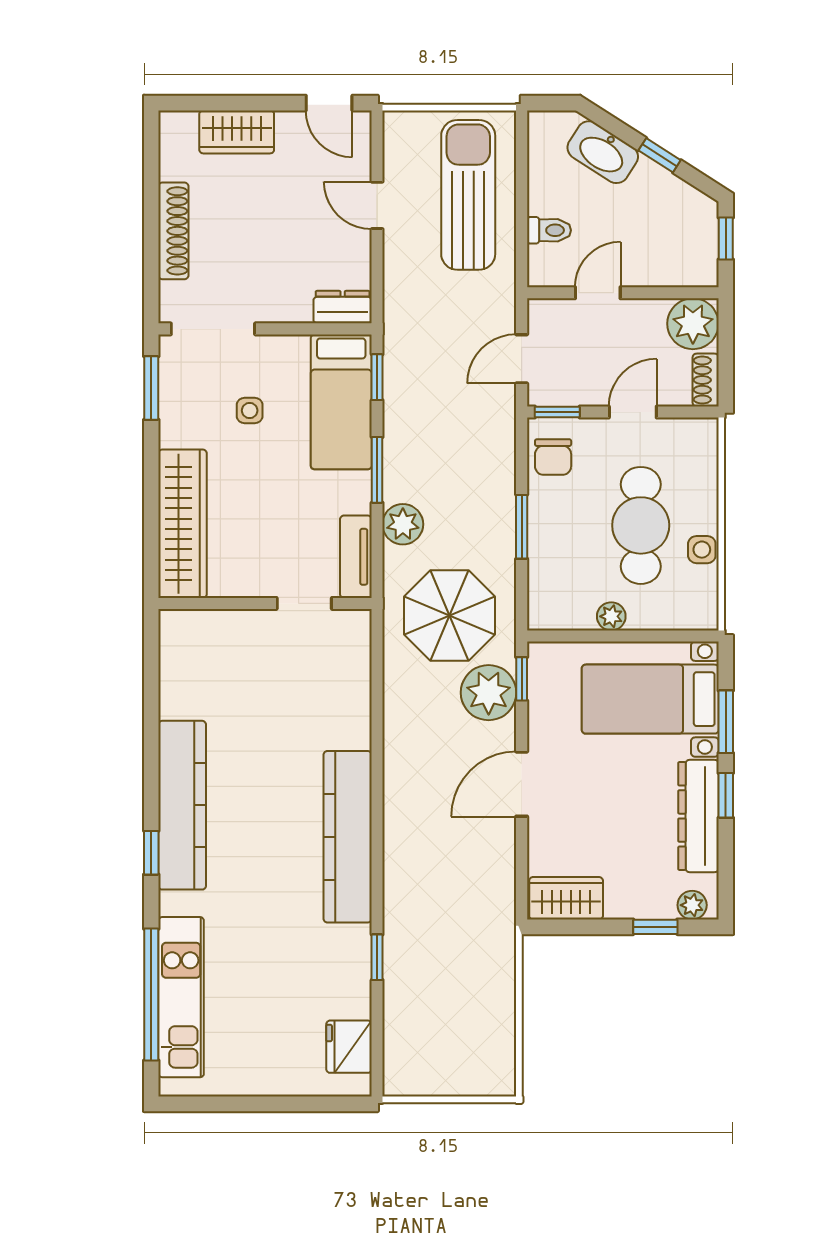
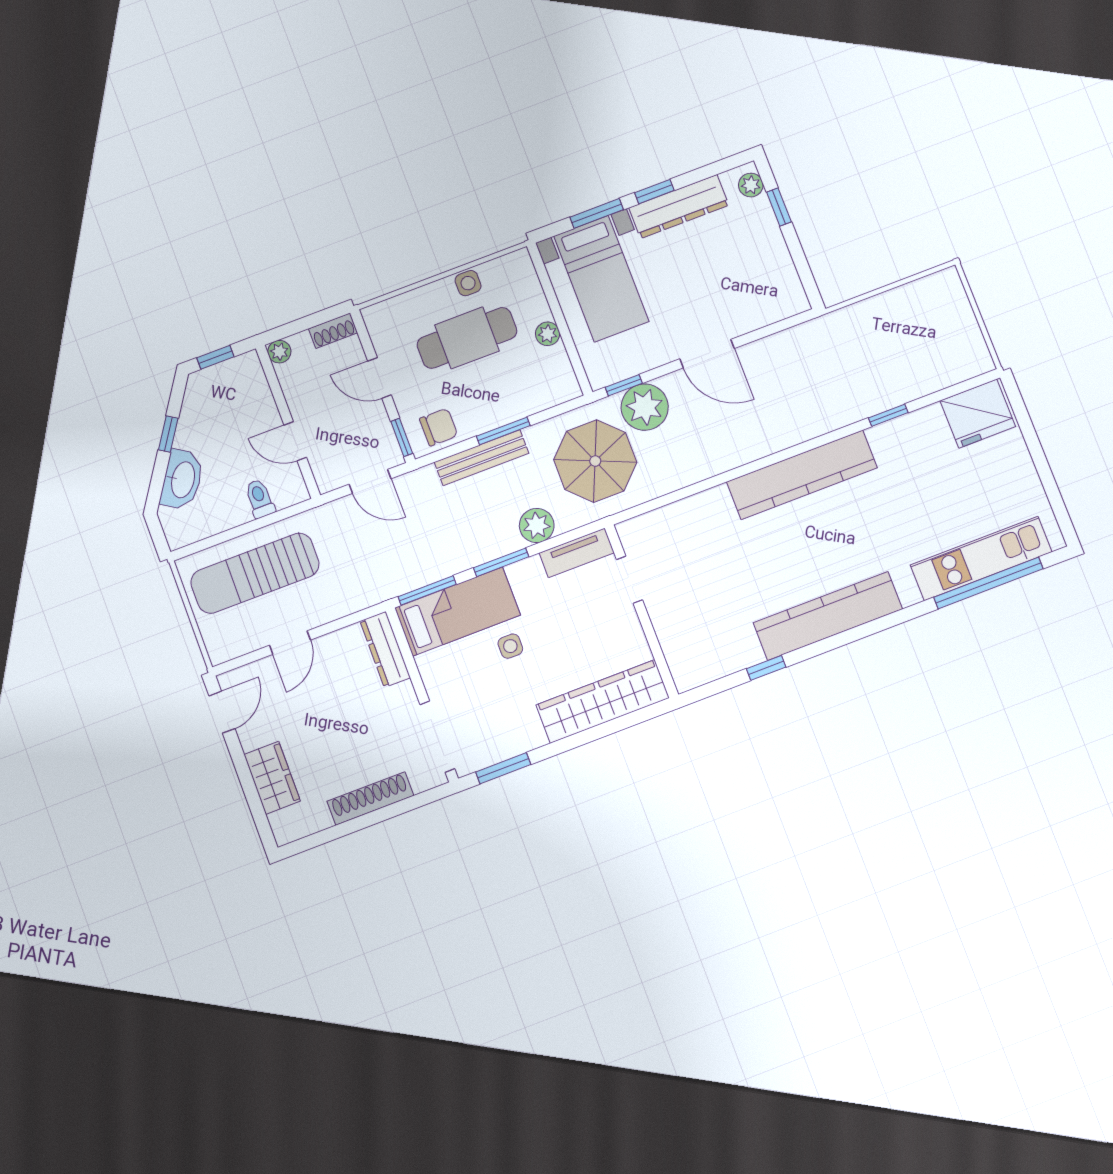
dresser: (343, 307) -> (385, 649), width x1.44
plant: (693, 324) -> (279, 352), width x0.53, depth x0.53
window: (377, 377) -> (427, 590), width x1.50
side table: (250, 411) -> (510, 646), moved
bench: (501, 492) -> (481, 458), added
window: (151, 853) -> (766, 668), moved
wardrobe: (566, 898) -> (784, 285), removed
fridge: (349, 1047) -> (978, 414), width x1.36, depth x1.34

